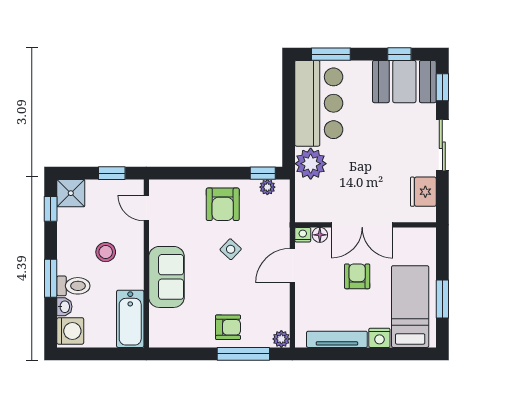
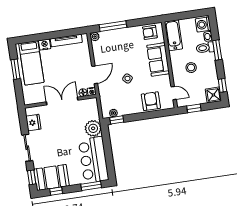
armchair: (223, 204) -> (151, 101), moved
armchair: (357, 276) -> (61, 74), removed
armchair: (228, 327) -> (150, 32), moved

